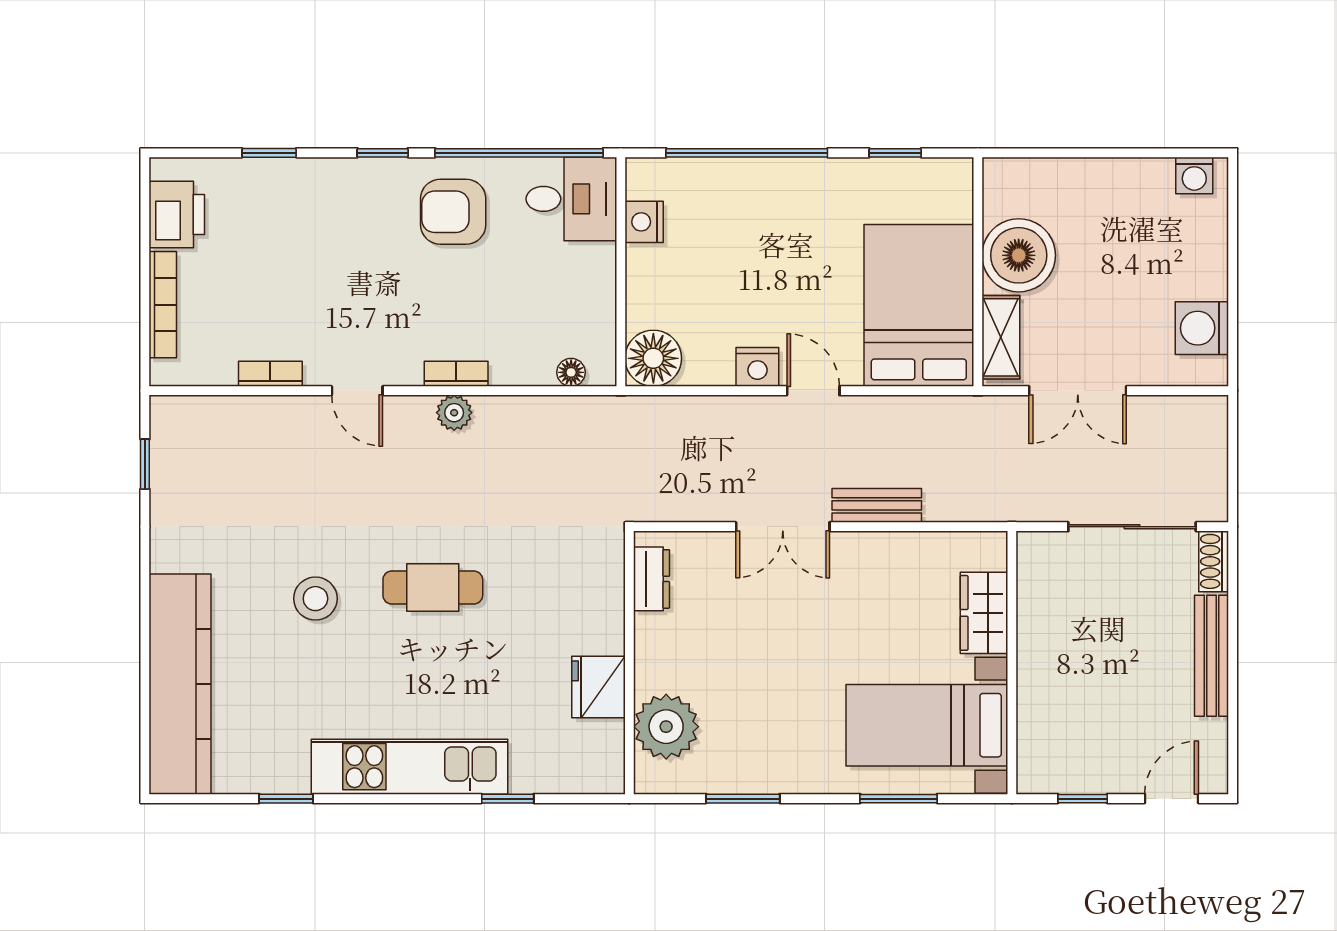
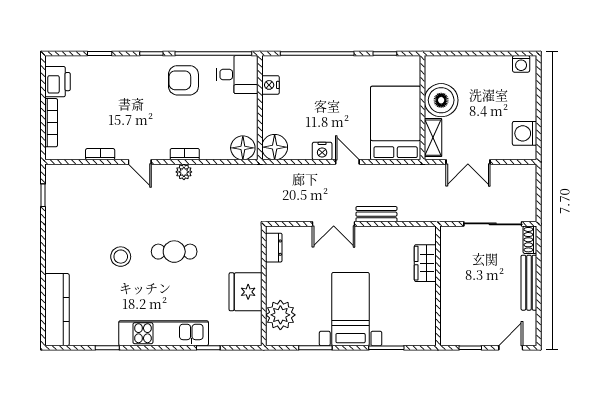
floor lamp: (571, 372) -> (243, 148), width x1.89, depth x1.89
kitchen counter: (180, 684) -> (57, 310), width x0.72, depth x0.86
fridge: (598, 687) -> (246, 292), width x1.36, depth x1.34
bed with nightstands: (927, 725) -> (351, 309), moved, turned 90

